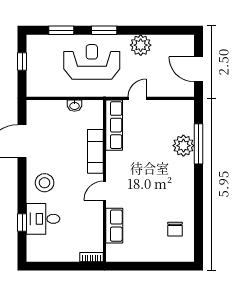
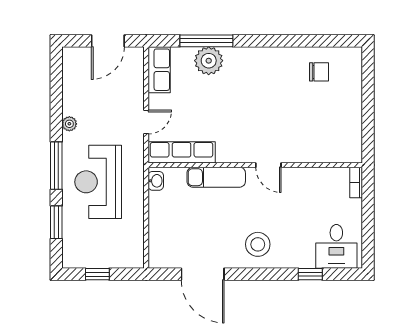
window: (104, 30) -> (56, 166), width x1.44
plant: (141, 45) -> (69, 124), width x0.53, depth x0.53
door: (137, 98) -> (146, 122), swing flipped
washbasin: (75, 106) -> (156, 181), moved
desk: (43, 219) -> (336, 246), moved
row of seats: (114, 226) -> (159, 70), moved, turned 90

